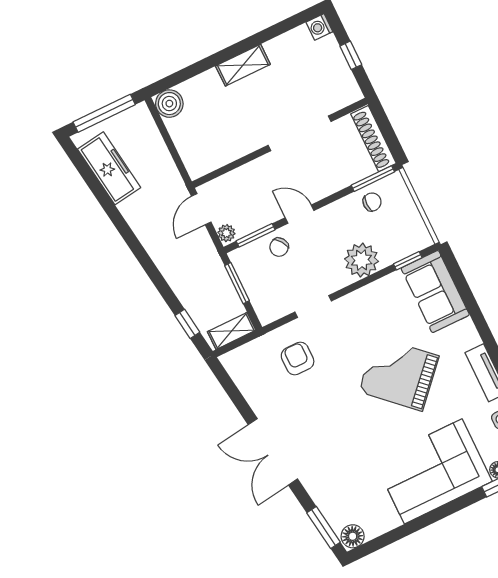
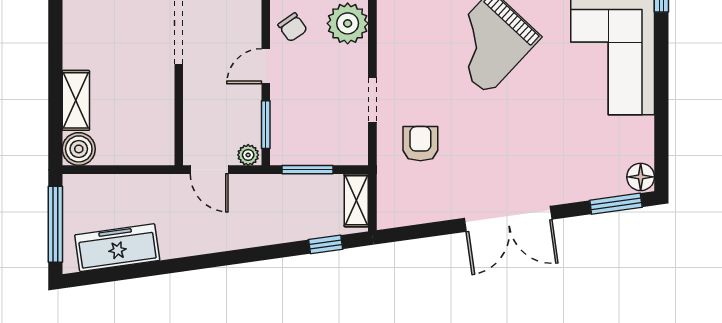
shelving: (243, 65) -> (76, 100), moved
chair: (279, 247) -> (293, 27), moved
armchair: (298, 359) -> (420, 144), turned 90

